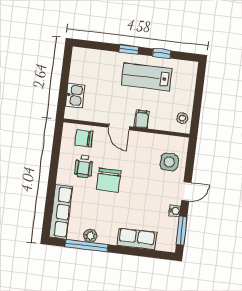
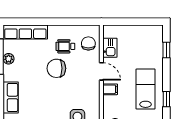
window: (129, 49) -> (166, 50), moved
kitchen sink: (75, 95) -> (110, 48), moved, turned -90
door: (119, 127) -> (101, 71), swing flipped

